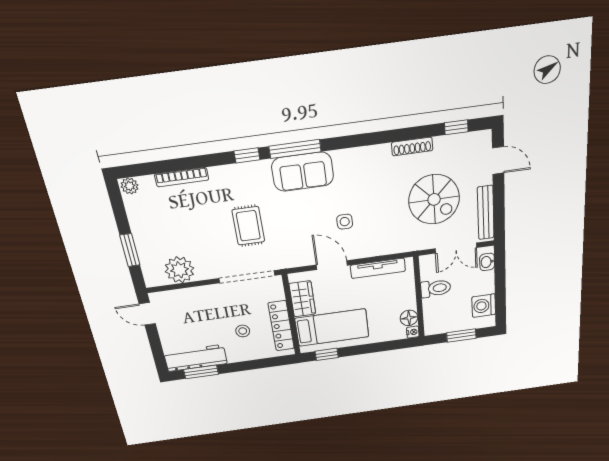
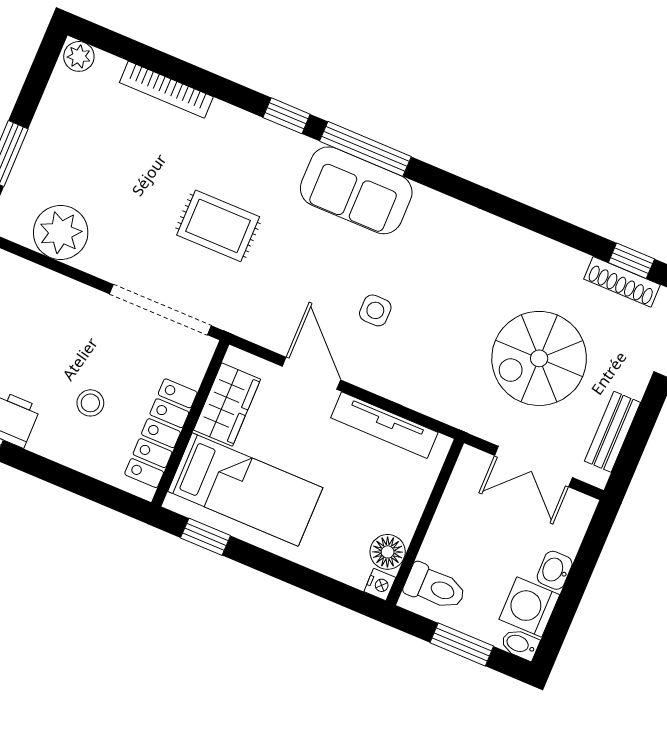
shoe rack: (412, 146) -> (622, 282), moved
spiral stairs: (434, 199) -> (539, 358), turned 90
bench: (486, 213) -> (612, 432), width x0.73
rug: (248, 226) -> (218, 226), turned 90
washbasin: (487, 262) -> (555, 570), moved
toilet: (436, 288) -> (435, 587), moved
bidet: (487, 322) -> (520, 644), added

